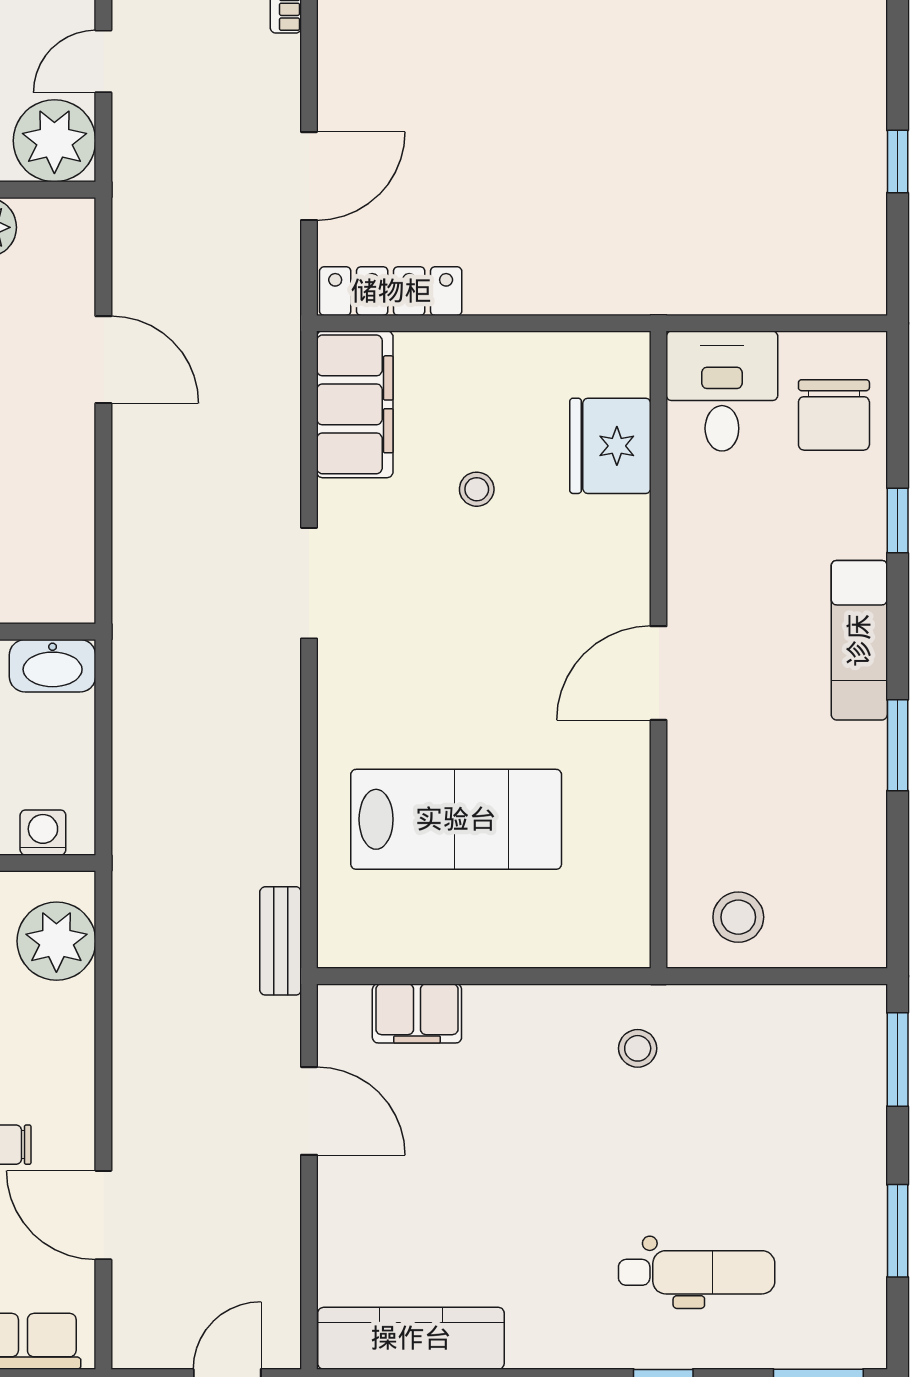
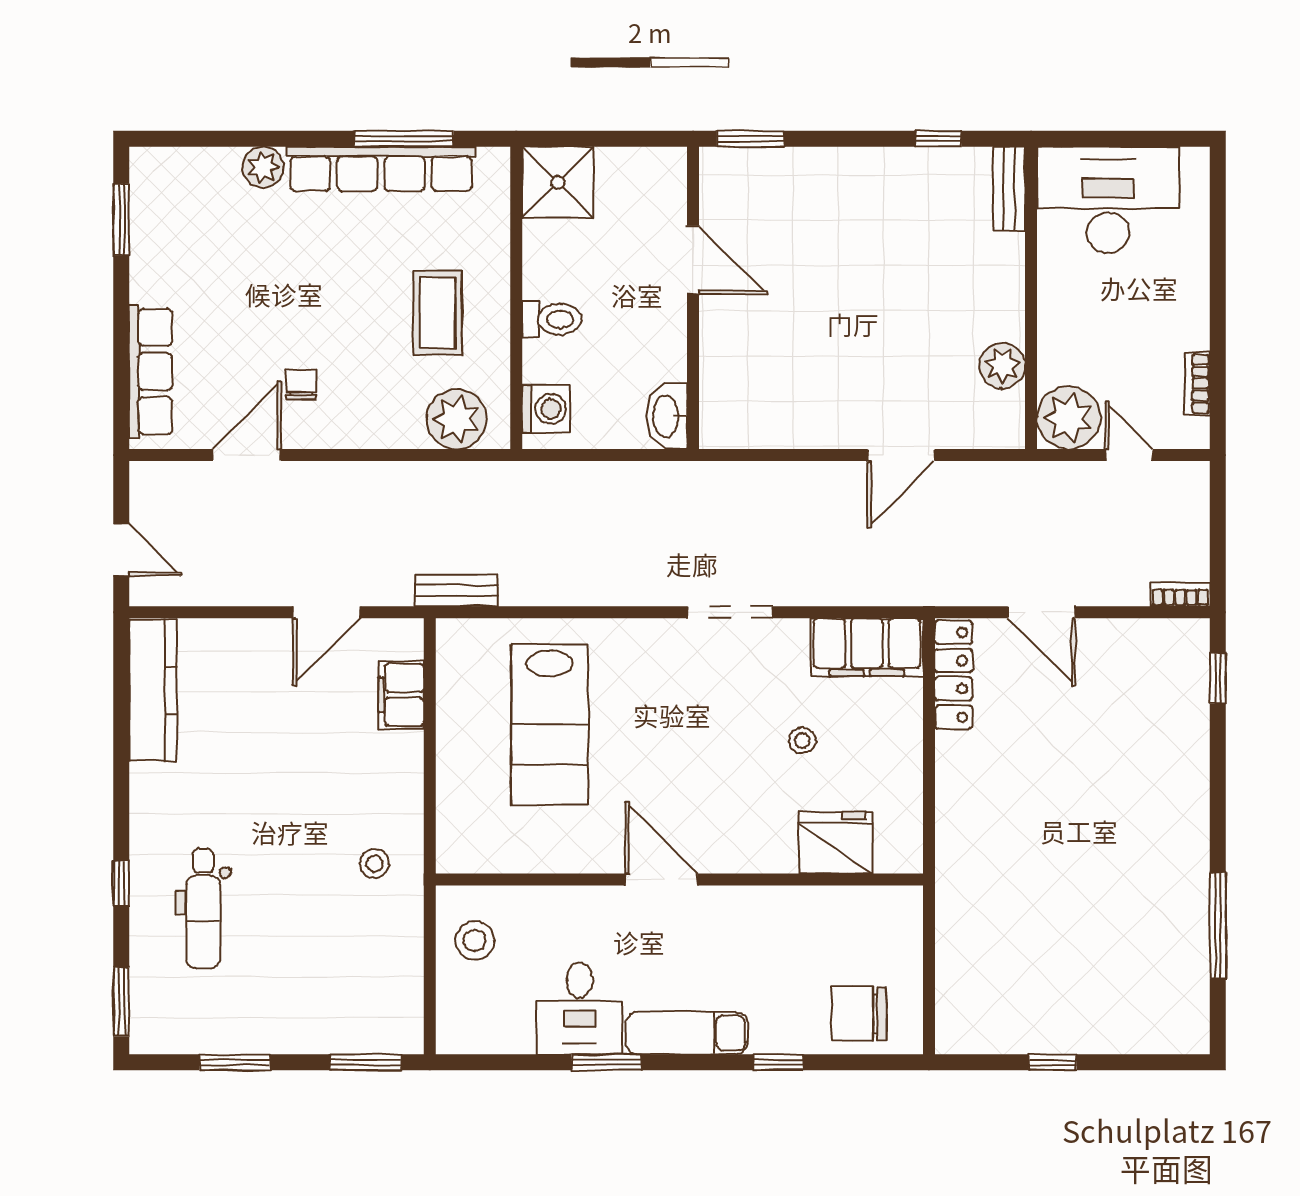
desk: (722, 391) -> (580, 1008), moved, turned 90
washing machine: (43, 833) -> (546, 409), width x1.38, depth x1.38

